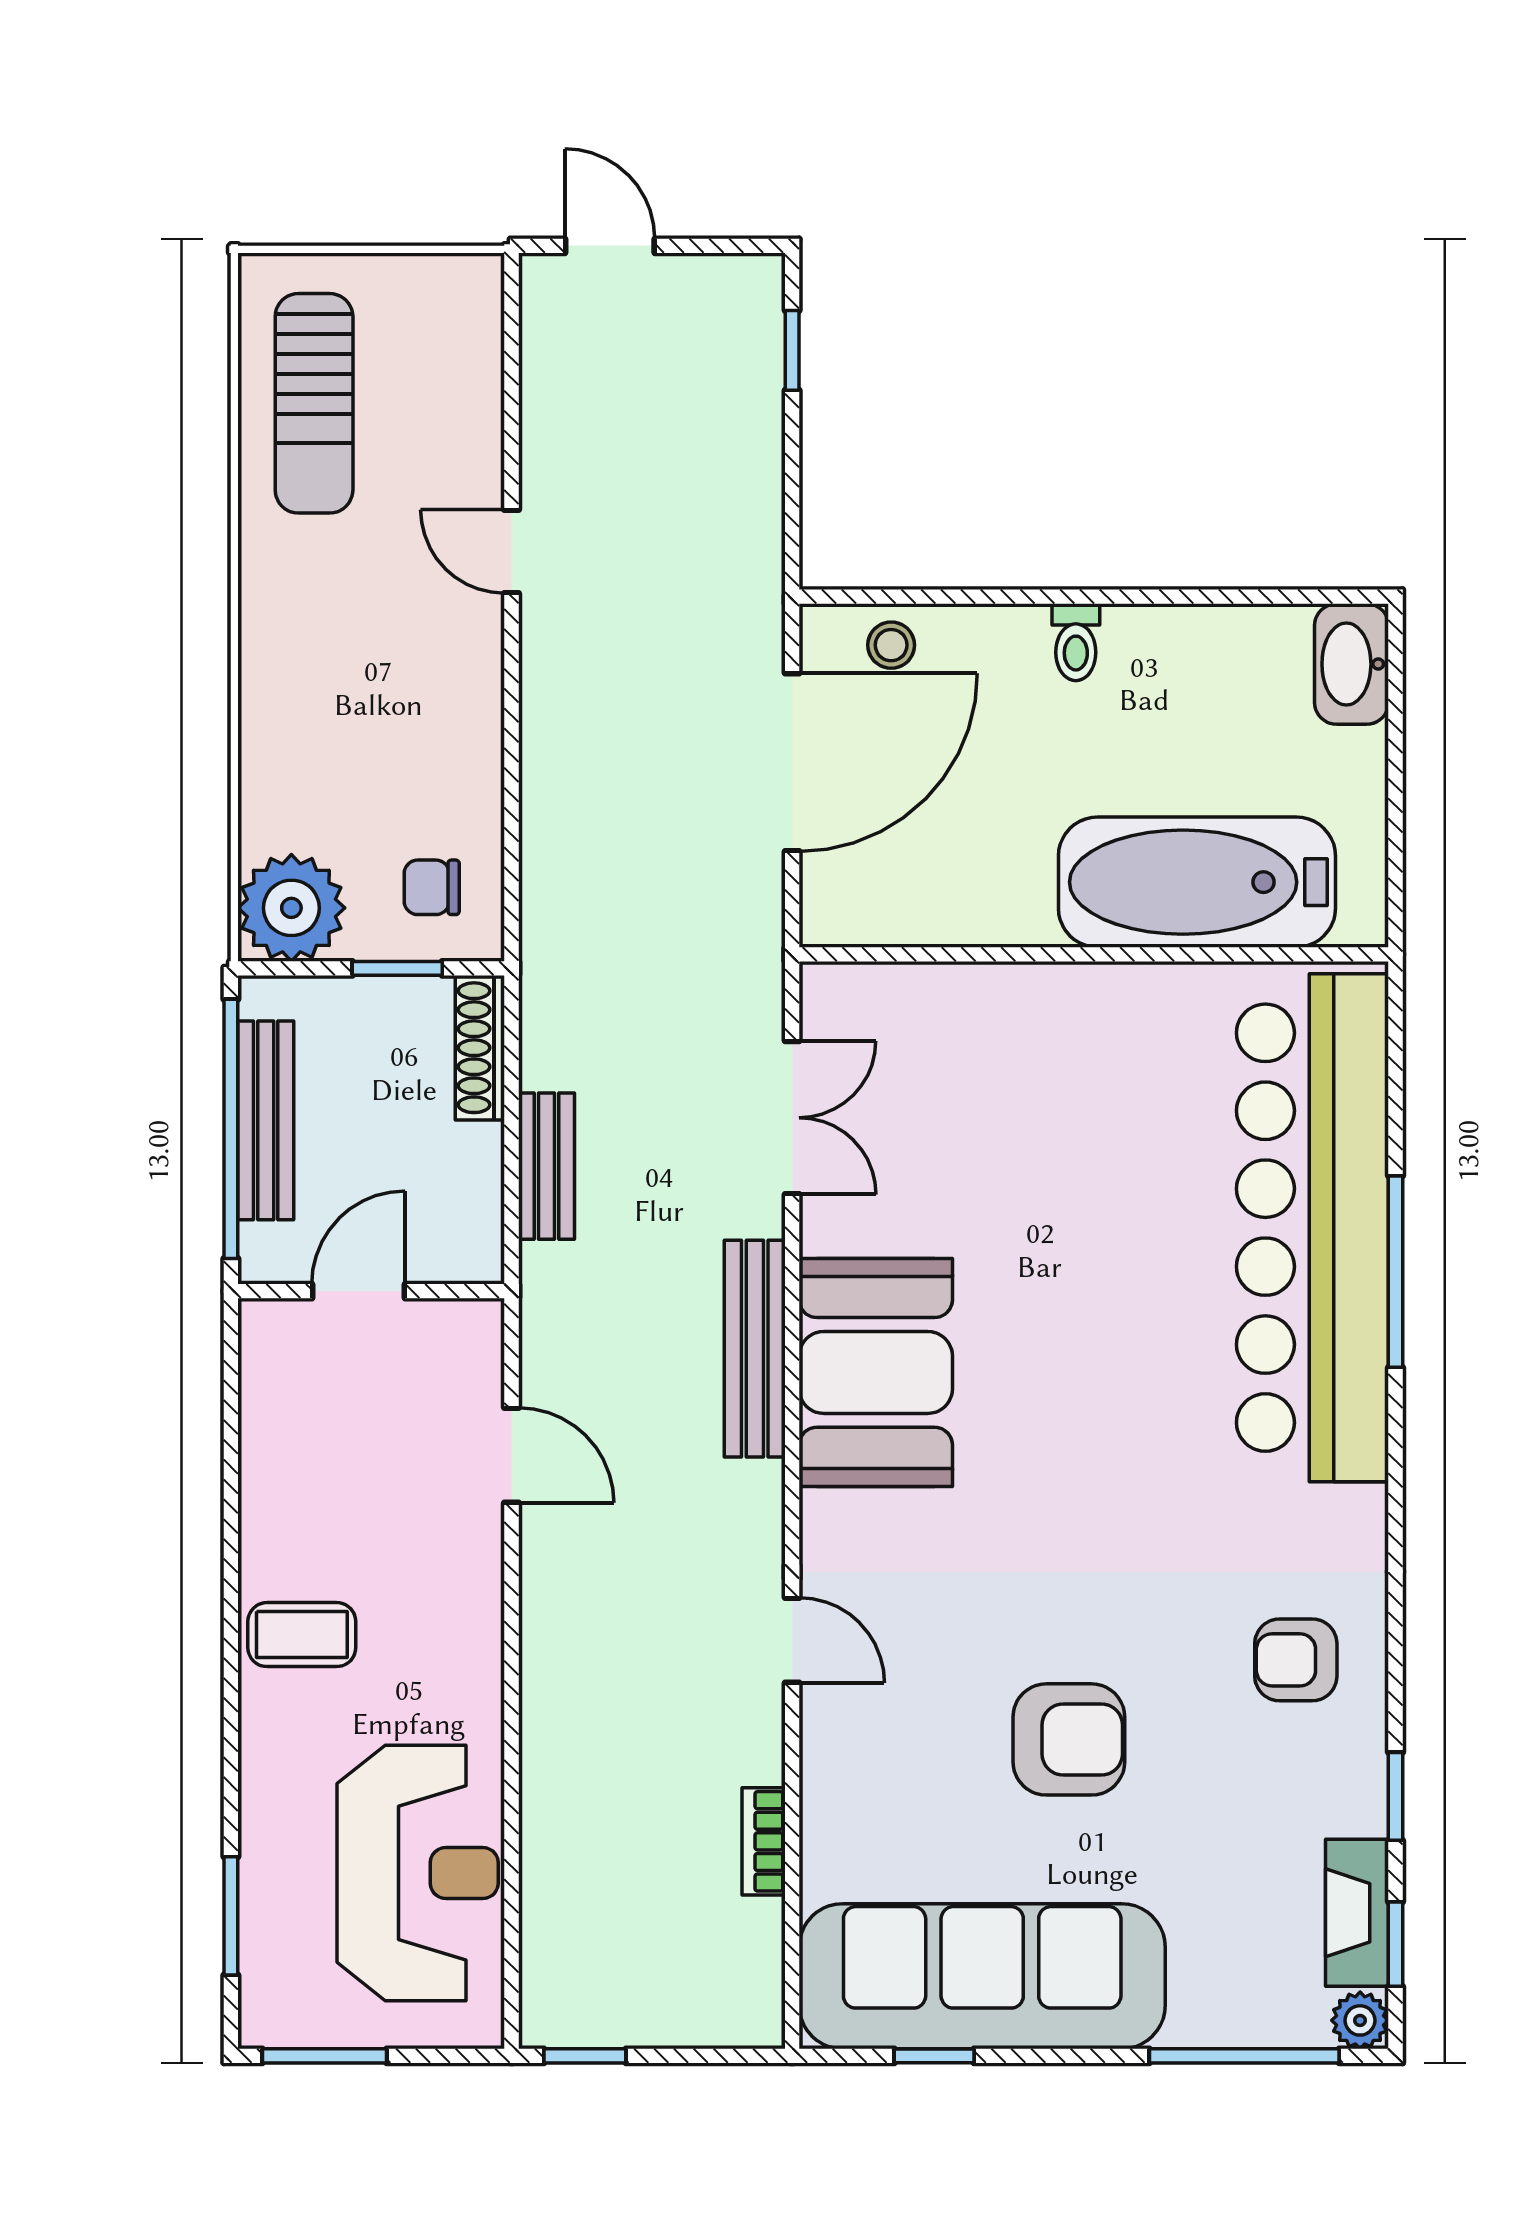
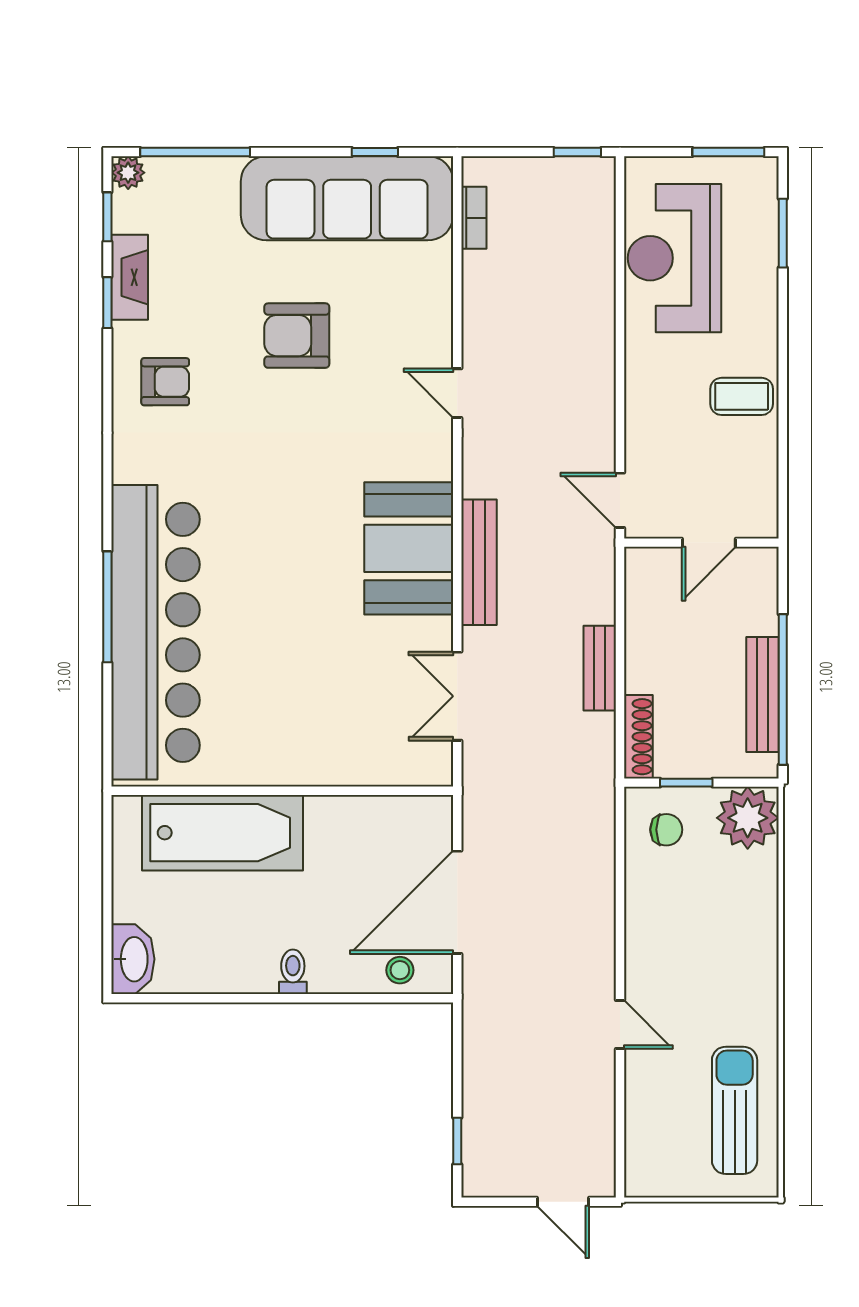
door: (358, 1291) -> (709, 543), moved
wall: (371, 1291) -> (701, 543), moved
bookcase: (764, 1841) -> (474, 218), moved
fireplace: (1357, 1913) -> (130, 277), moved

